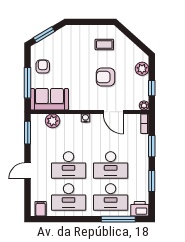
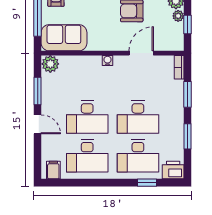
plant: (144, 105) -> (178, 16), moved
door: (113, 112) -> (141, 53), swing flipped
plant: (53, 121) -> (50, 64), moved
window: (28, 133) -> (38, 91), moved
door: (28, 171) -> (38, 124), swing flipped
window: (118, 219) -> (147, 183), width x0.46

